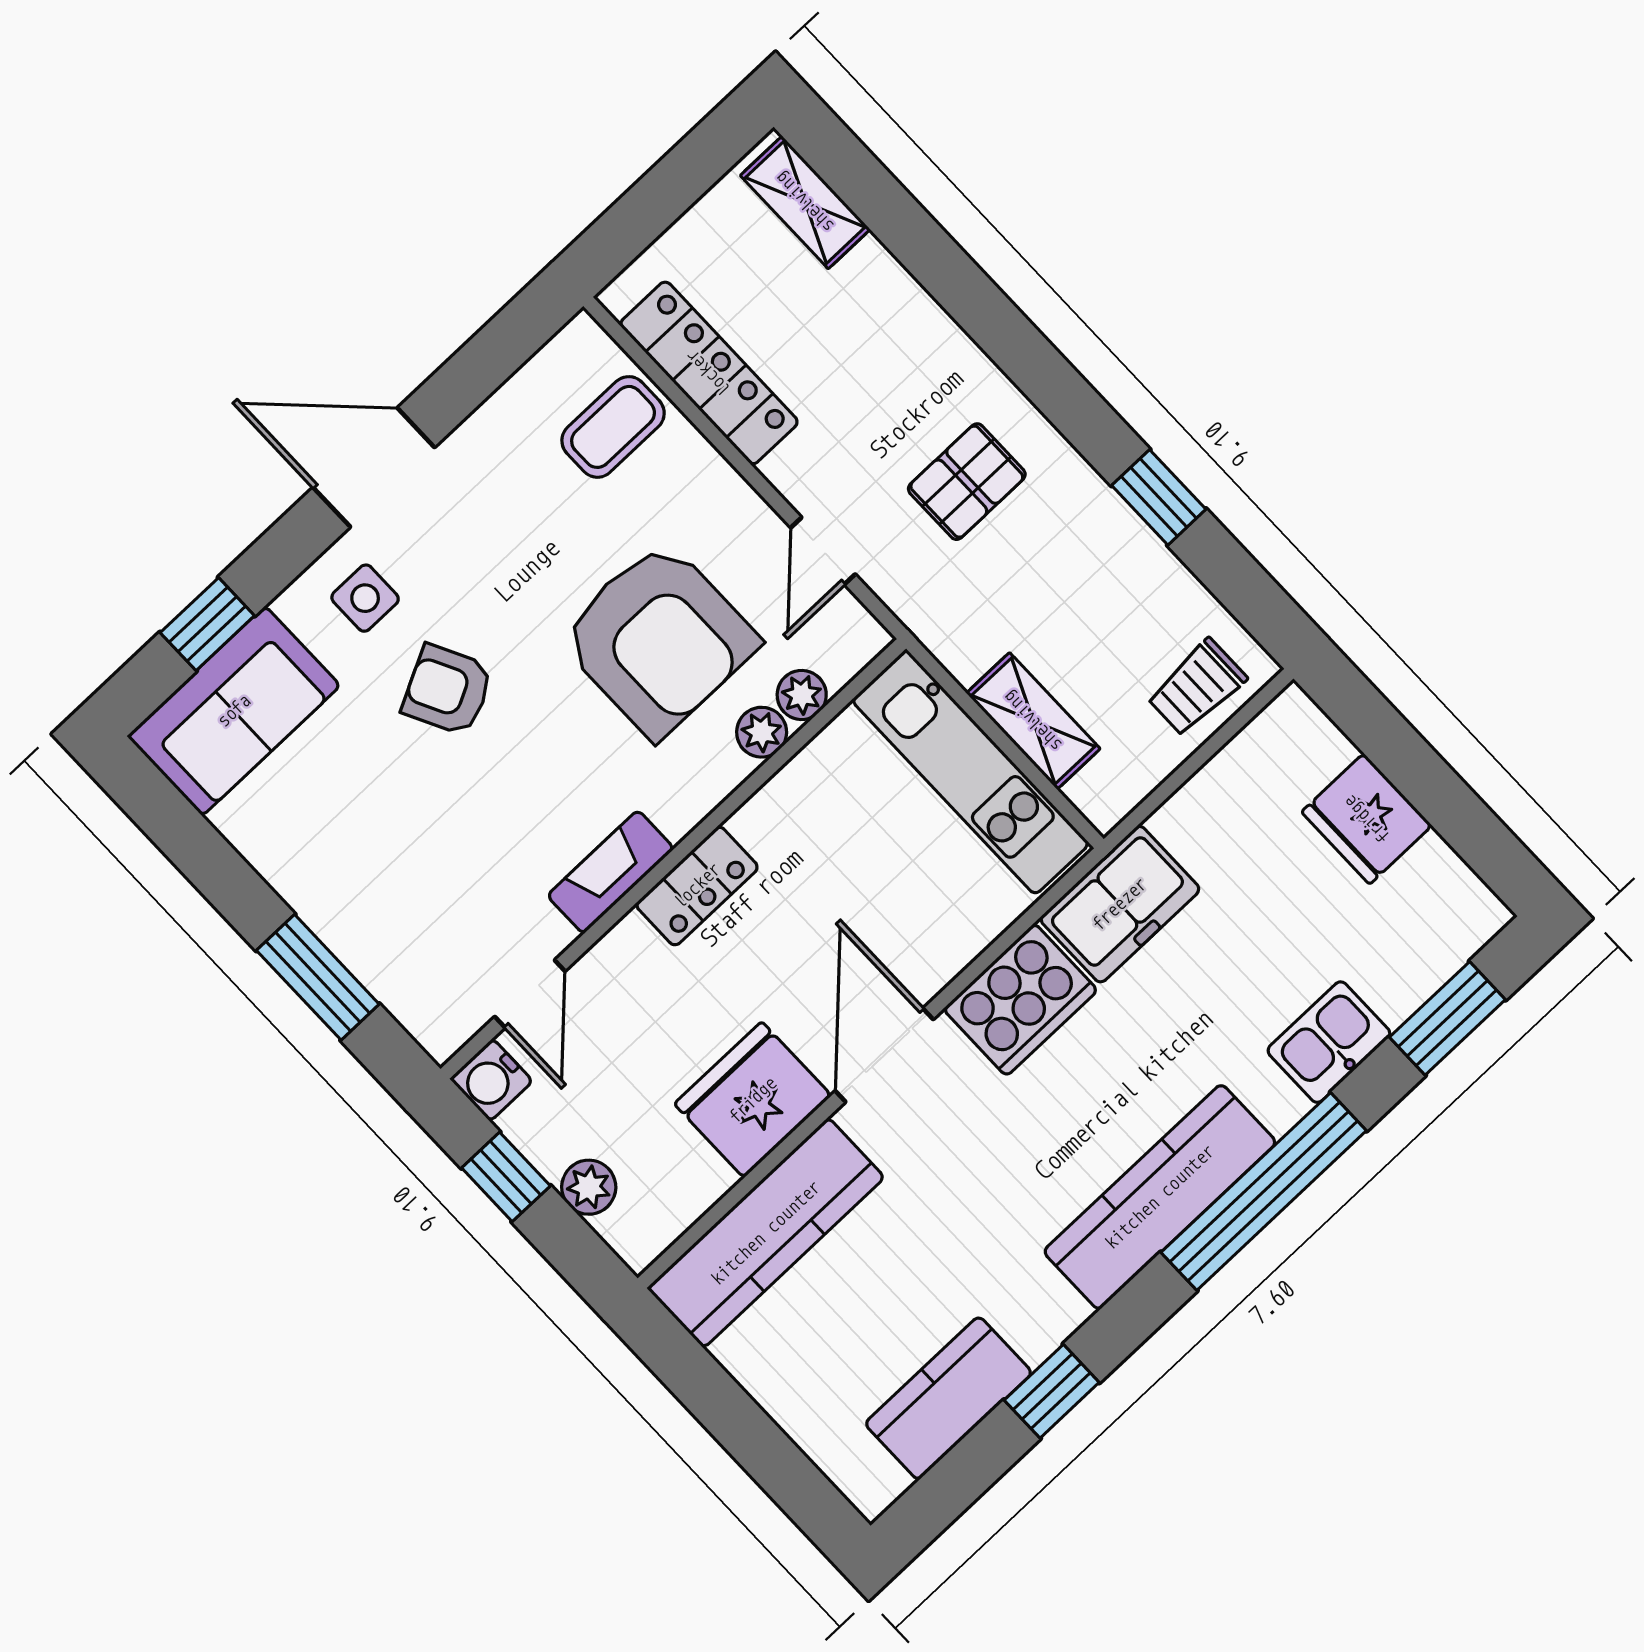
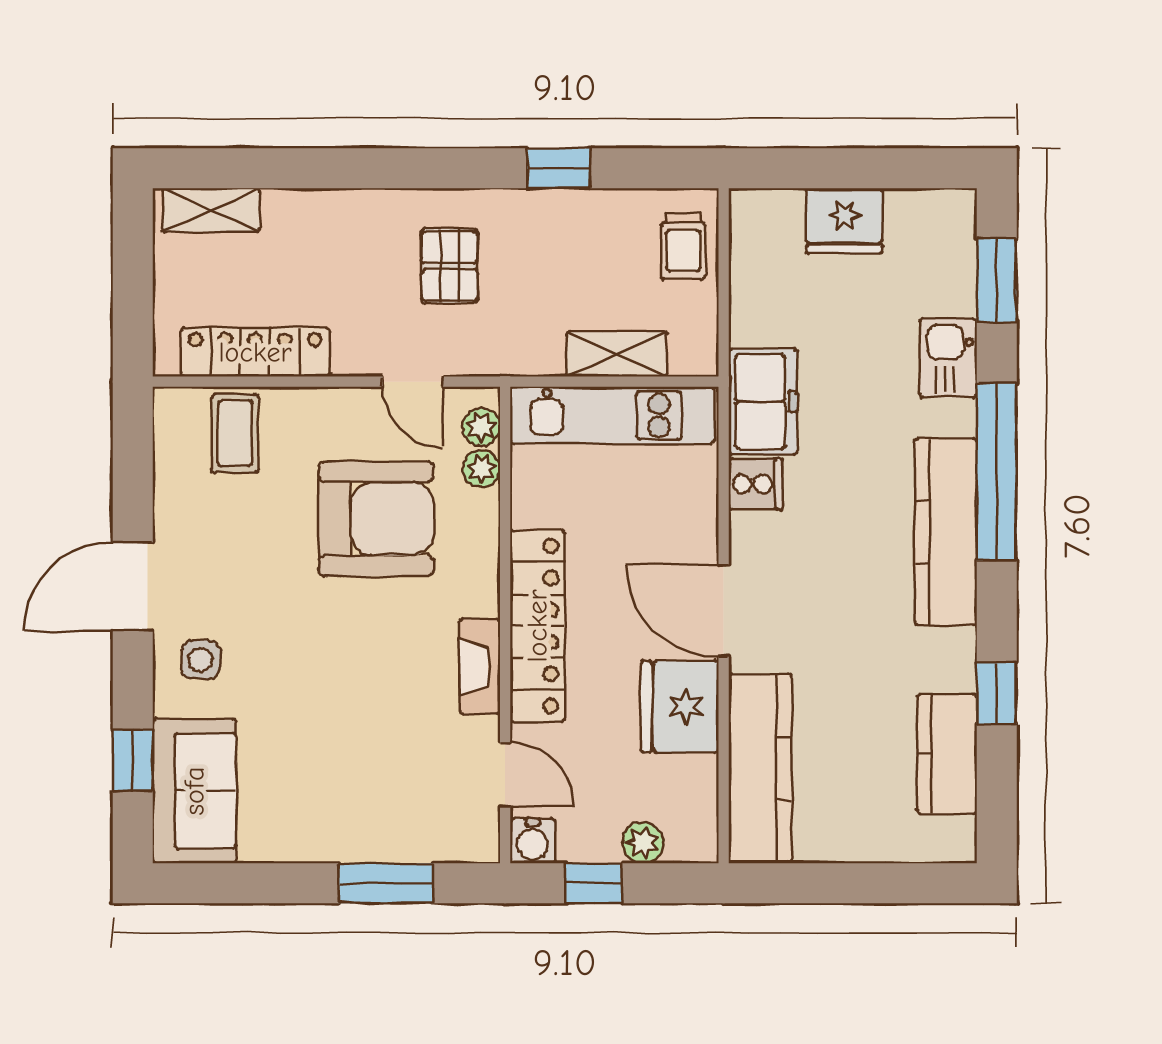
armchair: (448, 690) -> (294, 662), removed
plant: (762, 732) -> (481, 427), moved
locker: (697, 886) -> (537, 626), width x2.16, depth x1.21
cooker: (1020, 1000) -> (756, 484), width x0.53, depth x0.76

